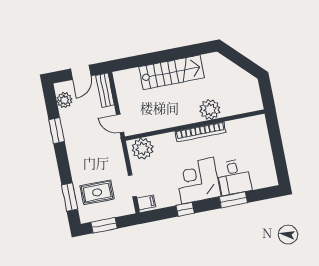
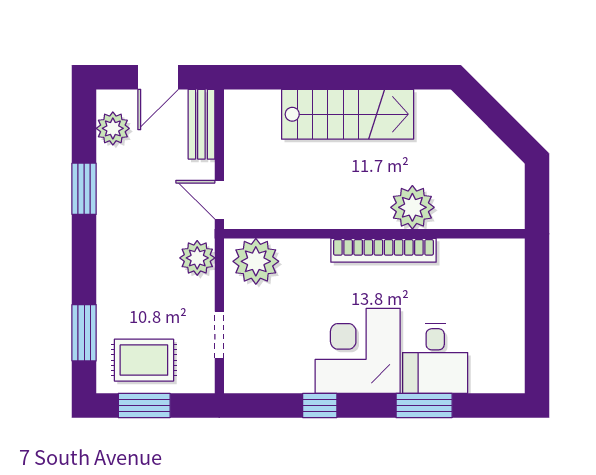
plant: (115, 152) -> (197, 258), added
rug: (97, 192) -> (144, 360), moved
filing cabinet: (146, 202) -> (242, 375), removed

